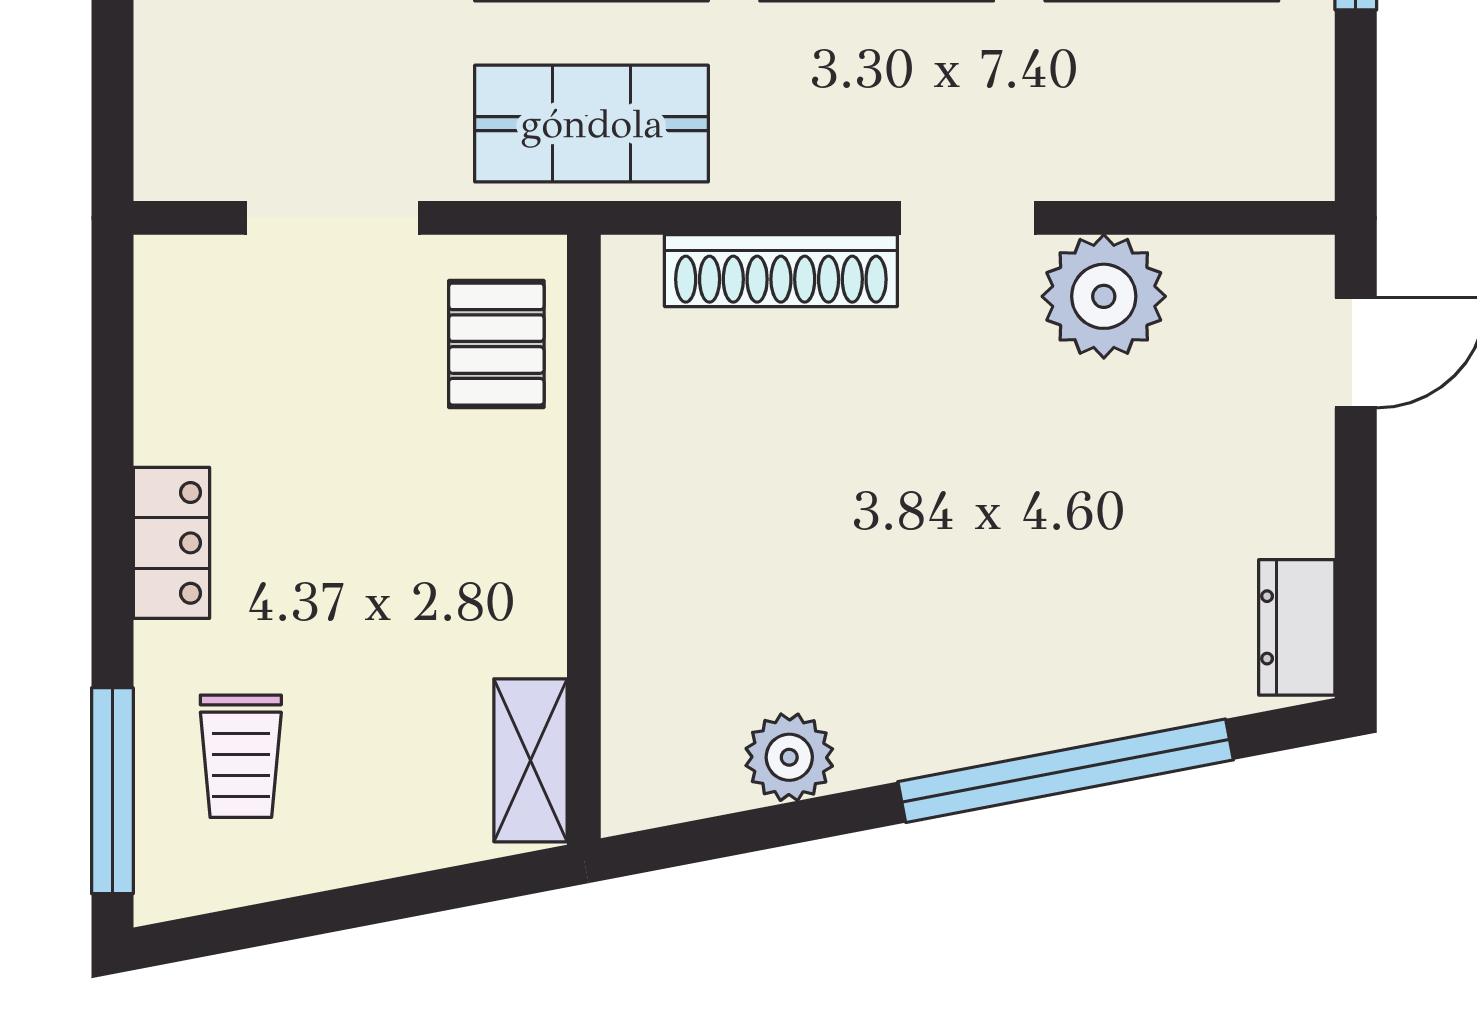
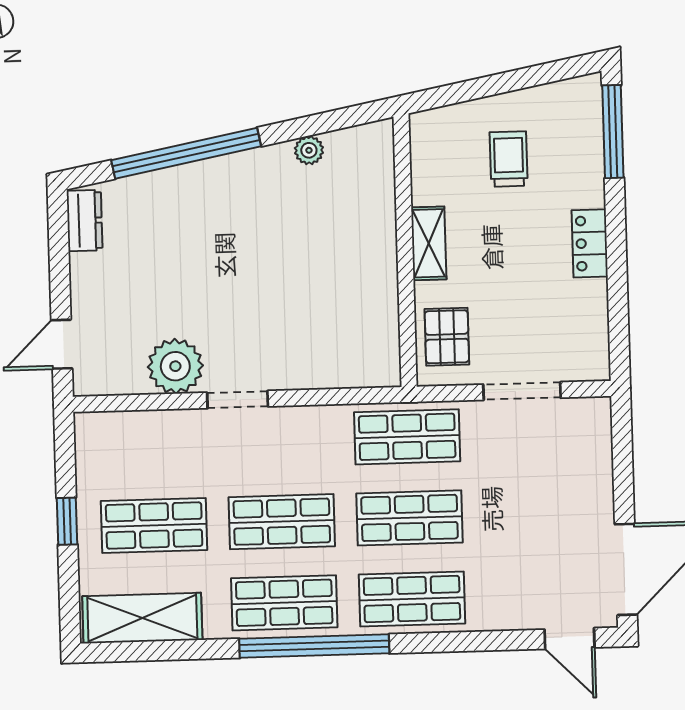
shoe rack: (781, 271) -> (320, 373), removed
trolley: (241, 756) -> (509, 159), moved
plant: (789, 757) -> (309, 150), width x0.73, depth x0.73
shelving: (531, 760) -> (429, 243), moved

